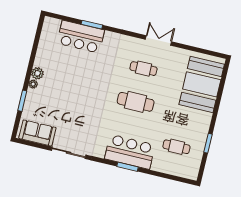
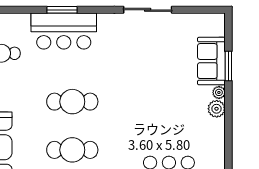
cafe table: (143, 69) -> (72, 150), width x1.37, depth x1.35
sofa: (37, 133) -> (211, 61), moved, turned 90

